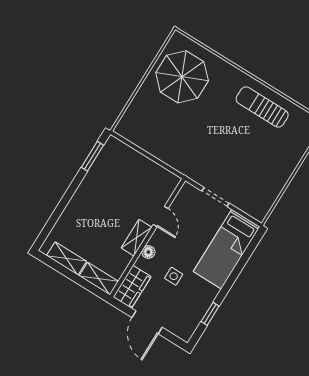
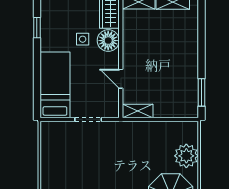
plant: (144, 105) -> (186, 156), added
shelving: (137, 238) -> (138, 111), moved, turned 90
floor lamp: (148, 252) -> (108, 41), width x1.89, depth x1.89

